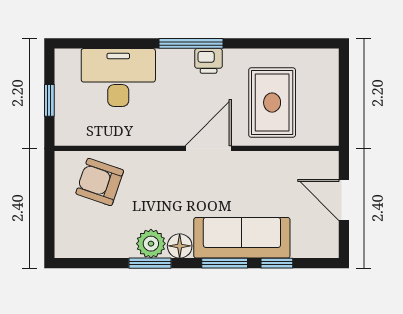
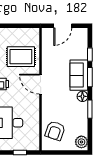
sofa: (242, 238) -> (79, 75), width x0.73
plant: (151, 244) -> (81, 142), moved

